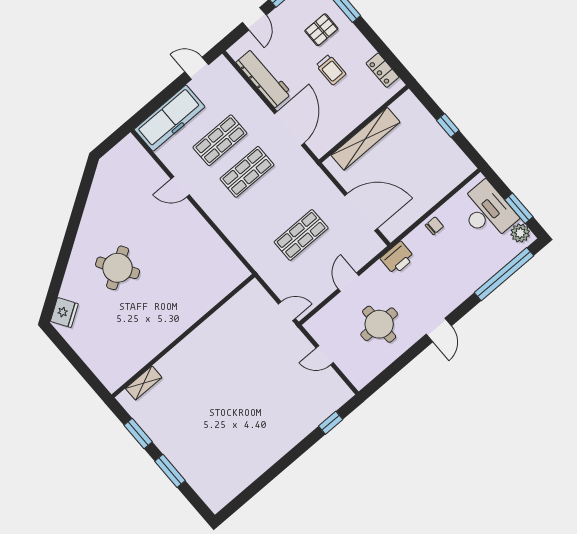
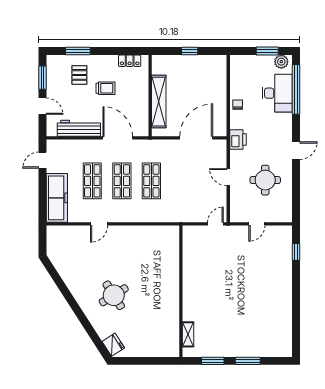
desk: (487, 212) -> (277, 93), moved, turned 90
shop shelf: (301, 235) -> (151, 181), moved
door: (439, 330) -> (296, 151), hinge flipped

